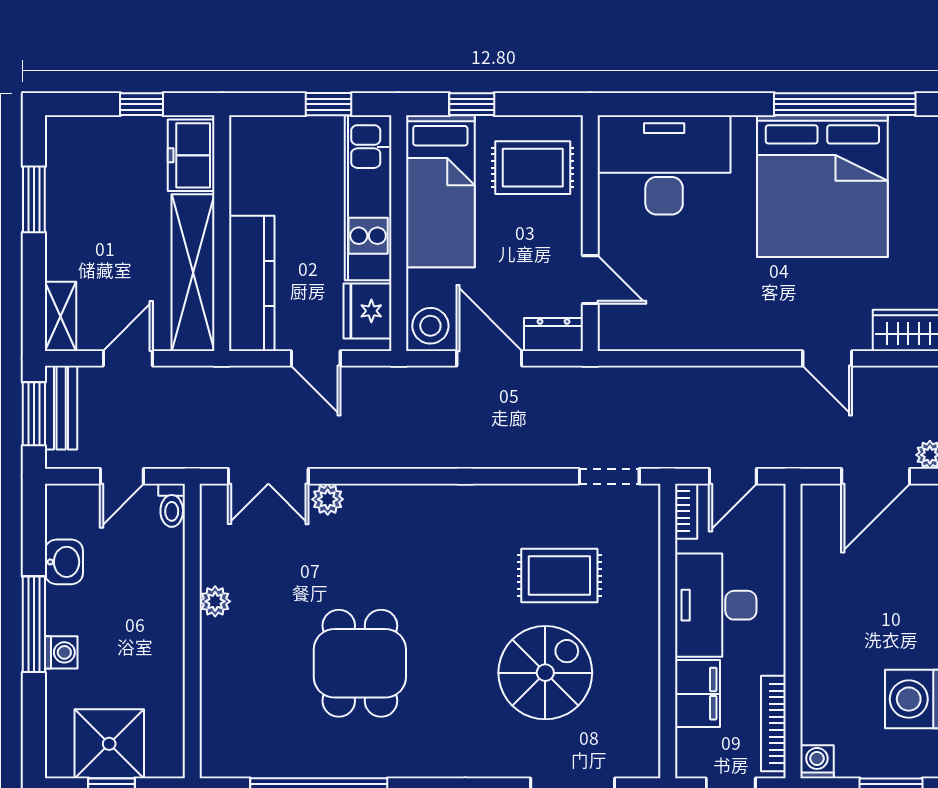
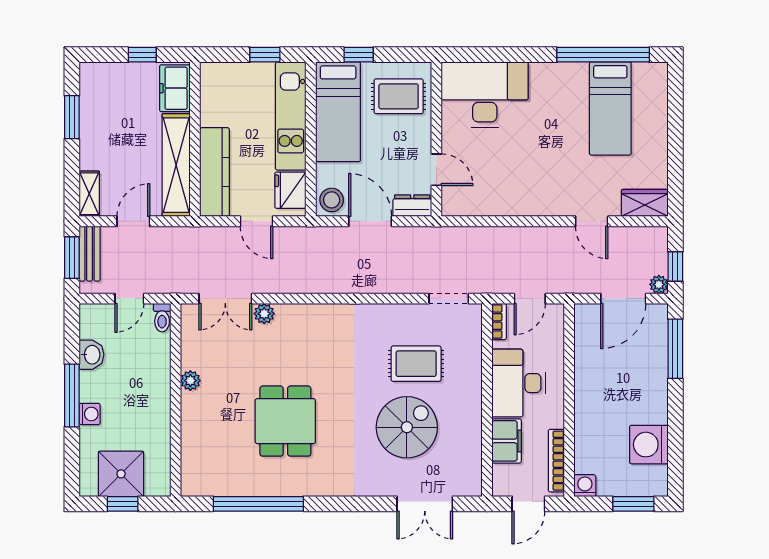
bed: (822, 186) -> (610, 109), width x0.49

